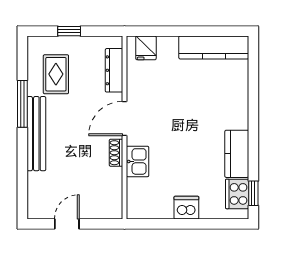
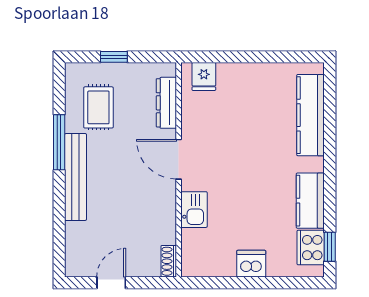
kitchen counter: (214, 47) -> (310, 115), moved, turned 90
door: (124, 118) -> (179, 159), hinge flipped
shoe rack: (116, 153) -> (169, 261), moved

